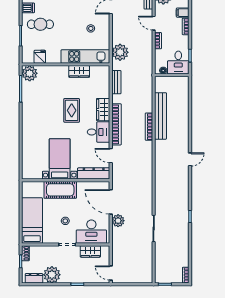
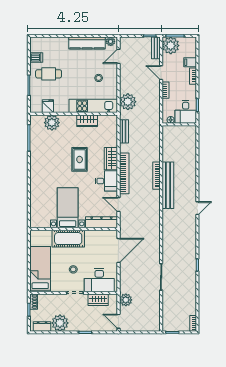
plant: (30, 73) -> (52, 123), moved
bench: (160, 116) -> (168, 185), moved
door: (111, 202) -> (118, 250), swing flipped
plant: (118, 221) -> (126, 300), moved

